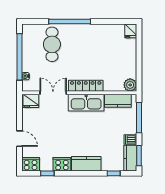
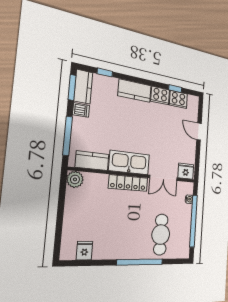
fridge: (131, 31) -> (84, 251), moved
cooker: (31, 164) -> (178, 99), moved

